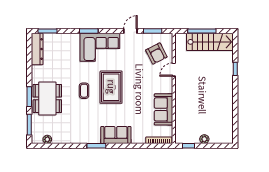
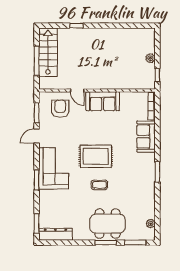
door: (130, 31) -> (37, 136), hinge flipped
armchair: (156, 54) -> (60, 109), turned -63
sofa: (164, 109) -> (103, 101), moved
sofa: (116, 135) -> (146, 137), moved

